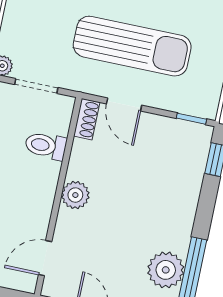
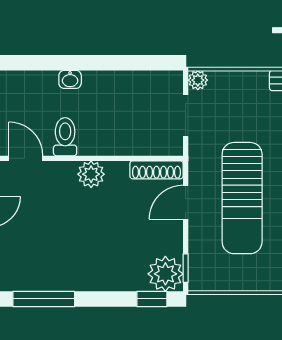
shoe rack: (87, 119) -> (156, 170), width x1.43
toilet: (46, 146) -> (65, 137), moved
plant: (166, 270) -> (165, 274), moved

